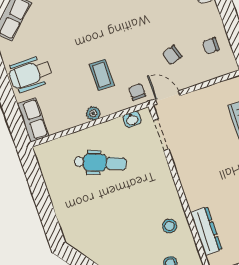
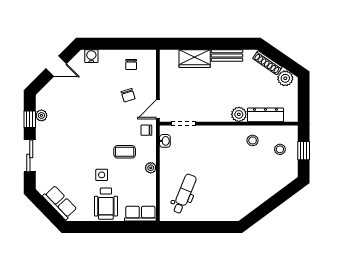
side table: (64, 56) -> (102, 175), added
dental chair: (100, 163) -> (184, 194), moved
plant: (196, 198) -> (239, 114), added

